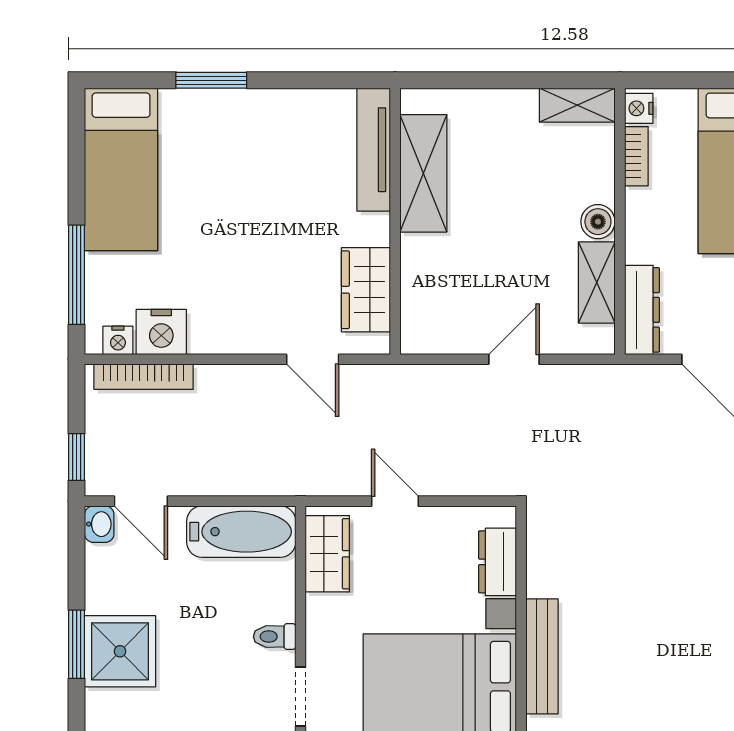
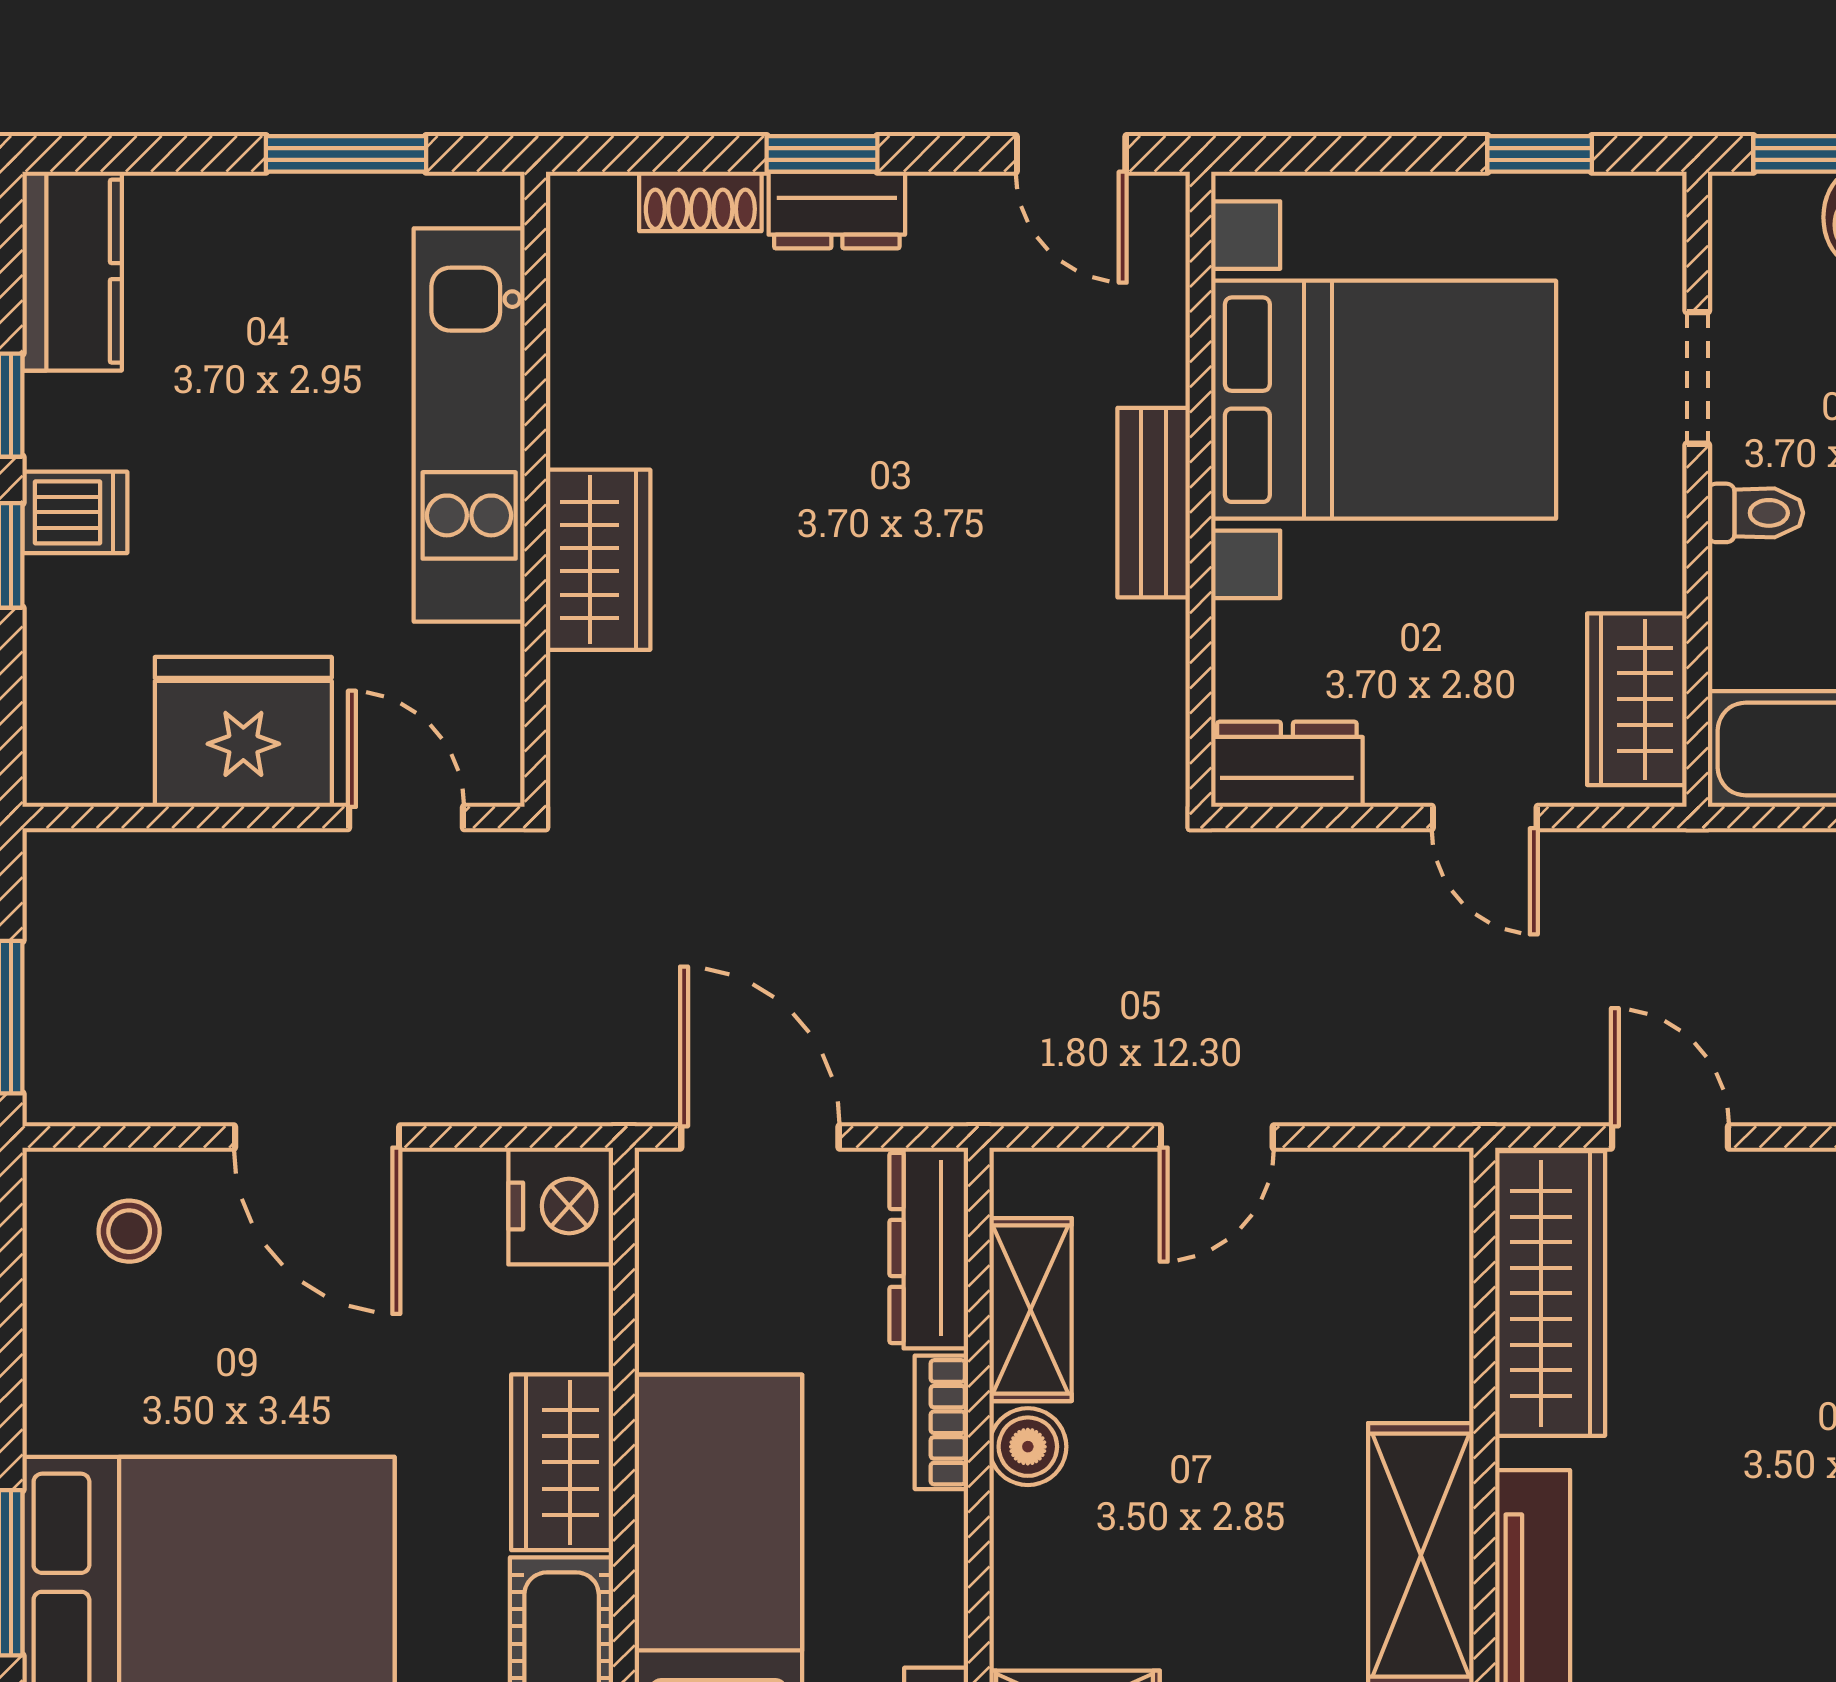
bookcase: (636, 156) -> (941, 1422), moved
wardrobe: (366, 290) -> (1550, 1293), width x1.50
dresser: (498, 562) -> (1287, 764), moved, turned -90
bench: (542, 656) -> (1154, 503), width x0.73

